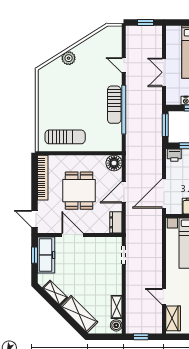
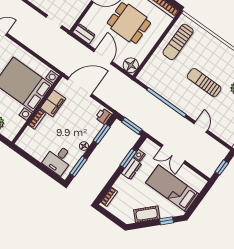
door: (124, 65) -> (201, 127), hinge flipped
double door: (164, 72) -> (173, 154), swing flipped
sun lounger: (114, 105) -> (204, 83), moved
door: (164, 193) -> (80, 87), hinge flipped

